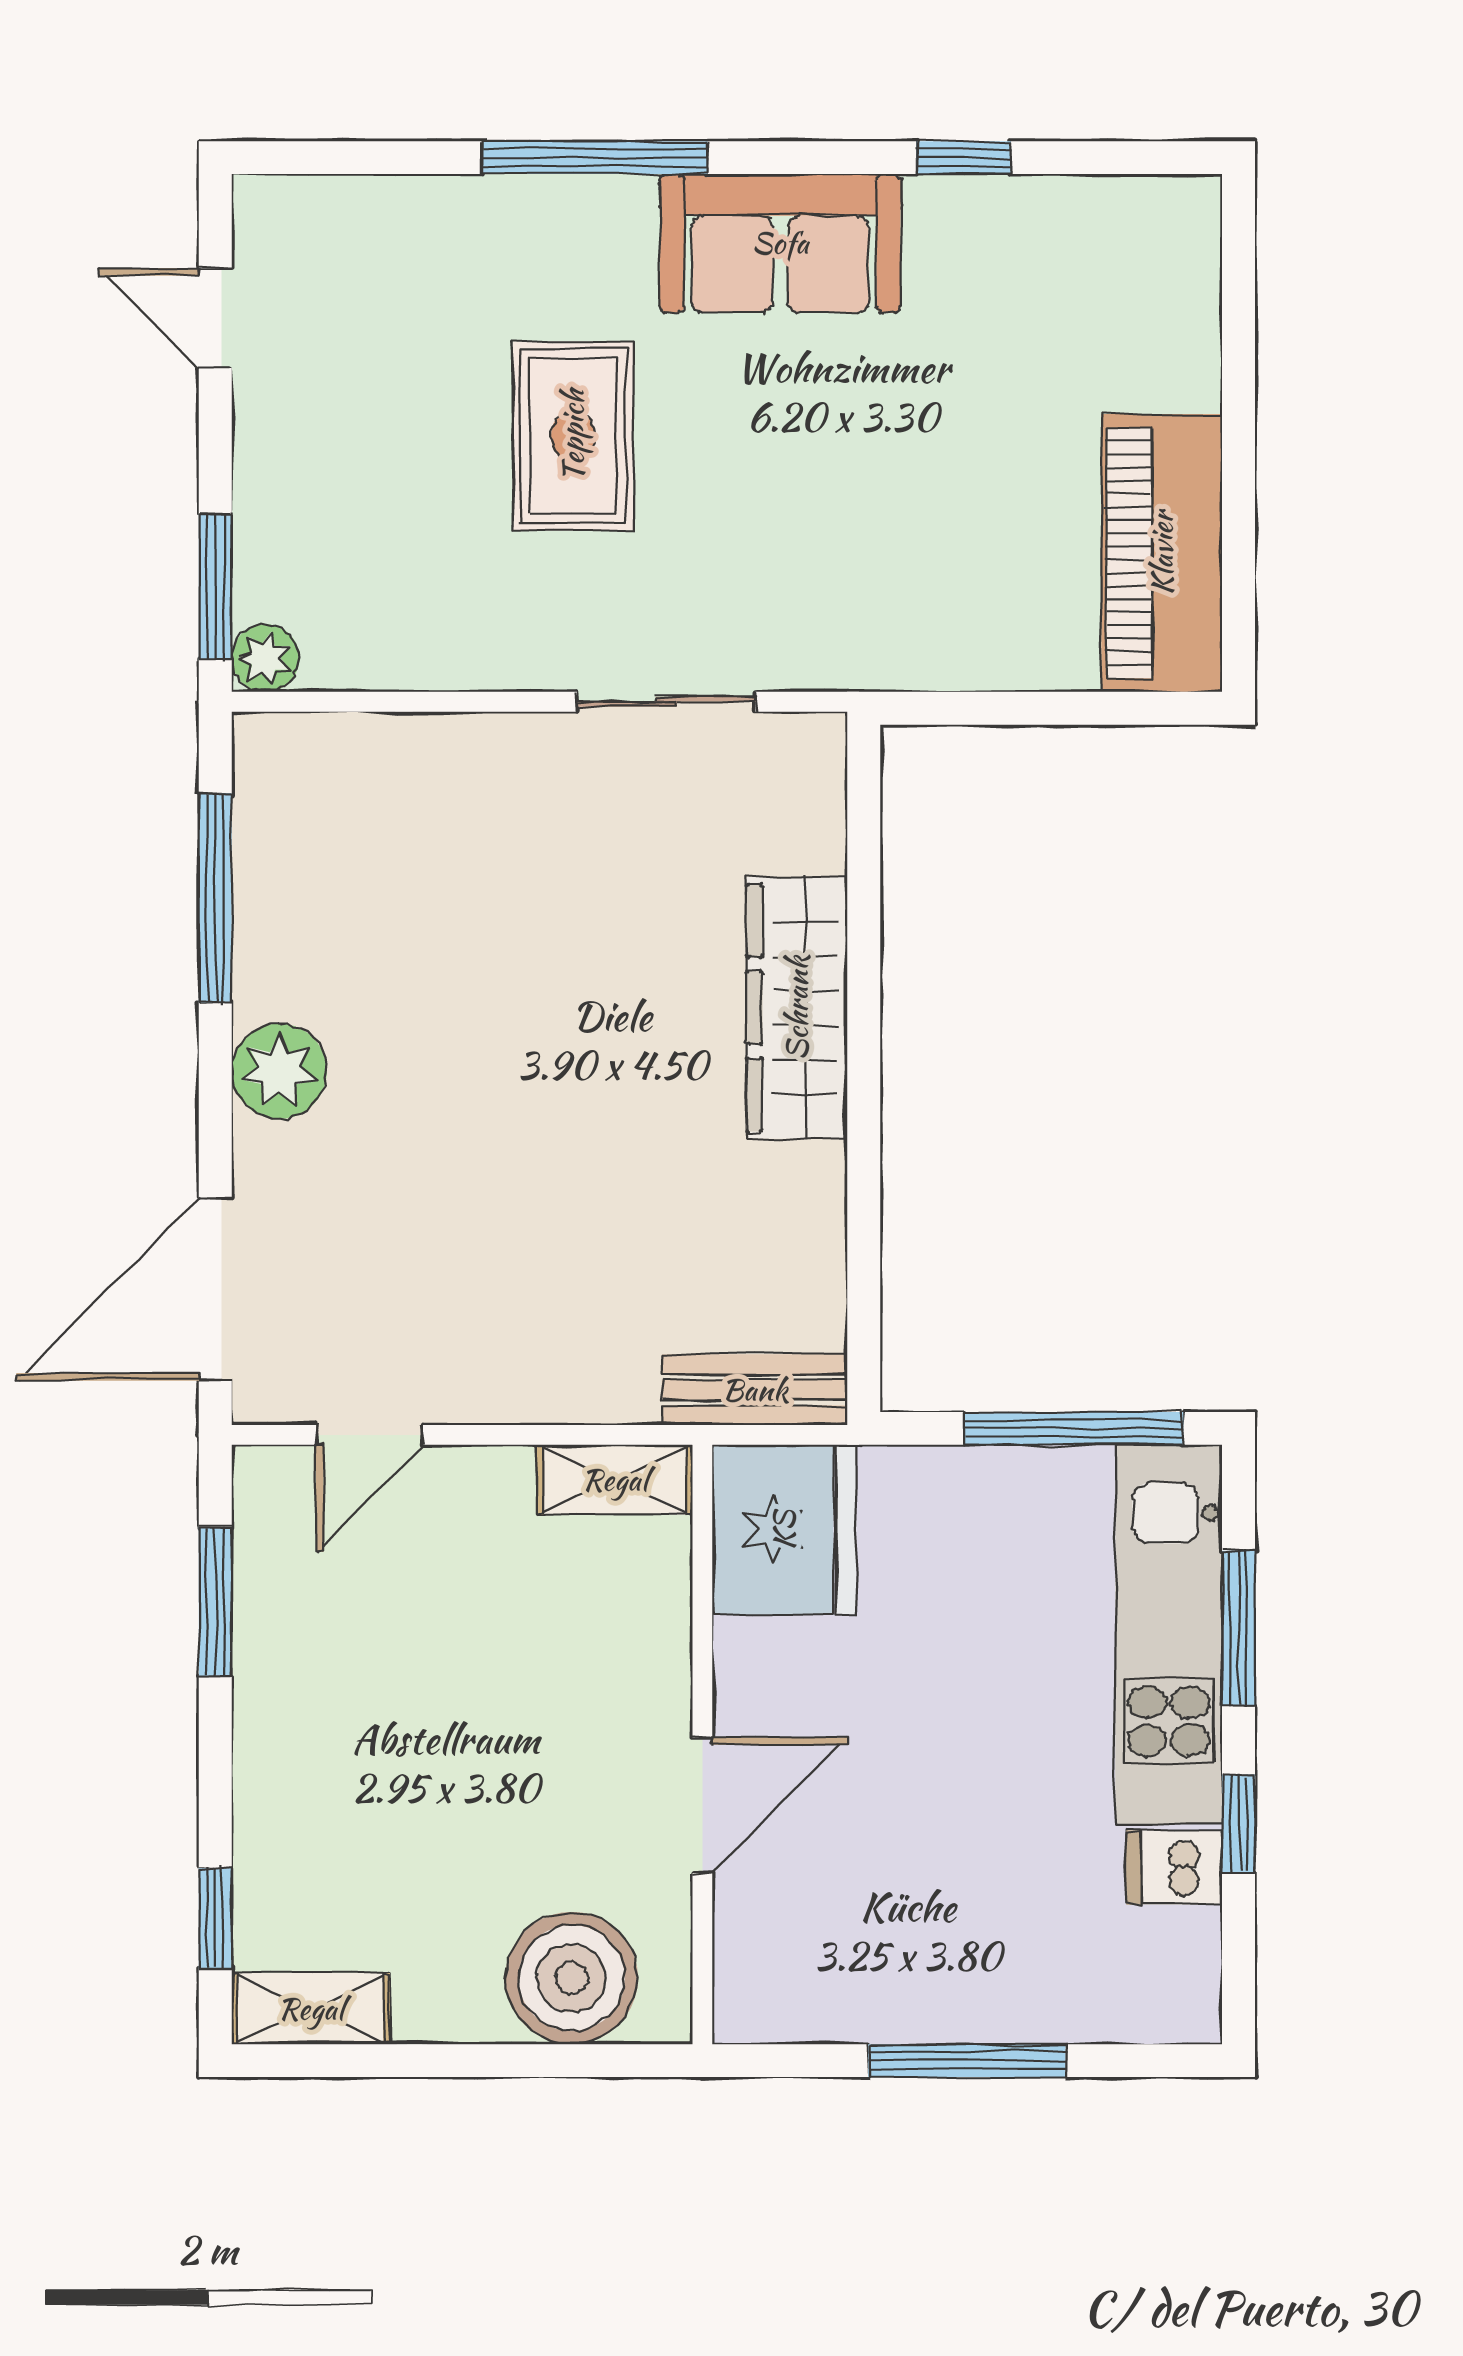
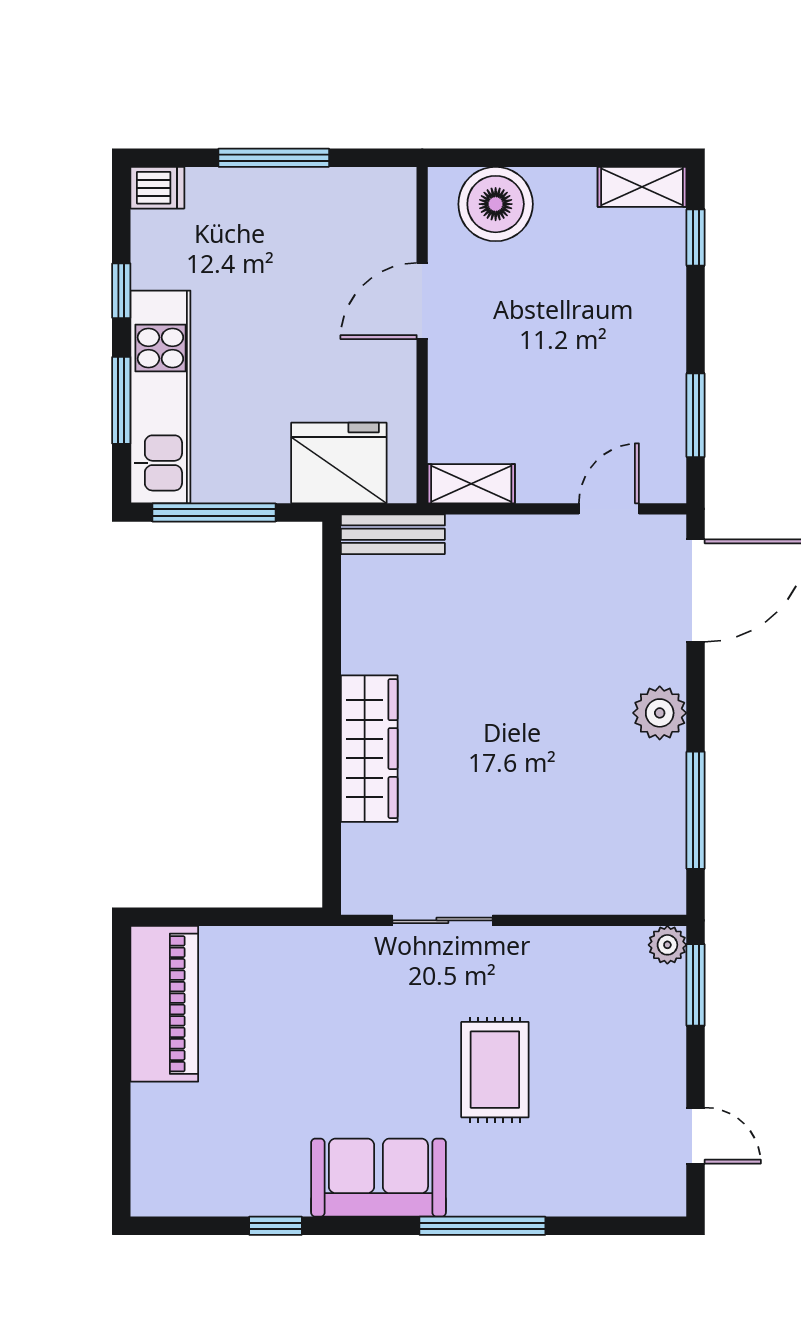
fridge: (784, 1530) -> (339, 463), moved, turned 90
dishwasher: (1174, 1868) -> (157, 188), moved

